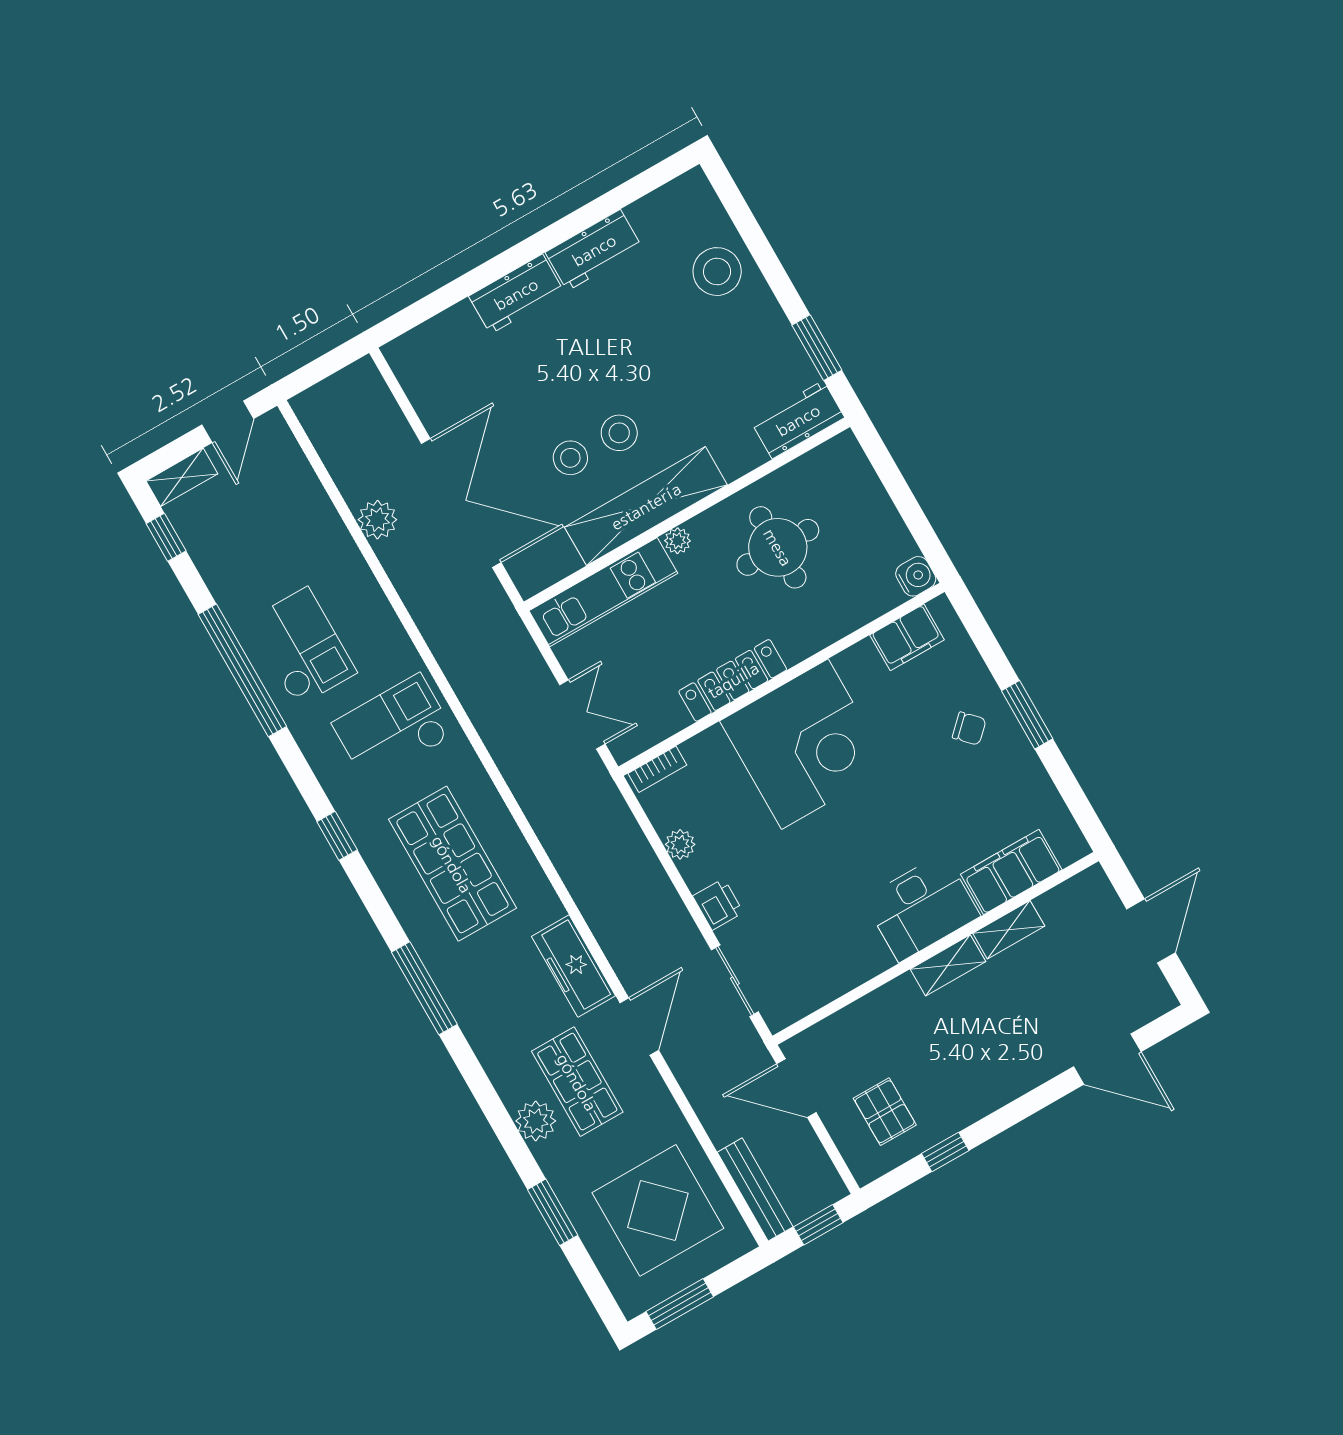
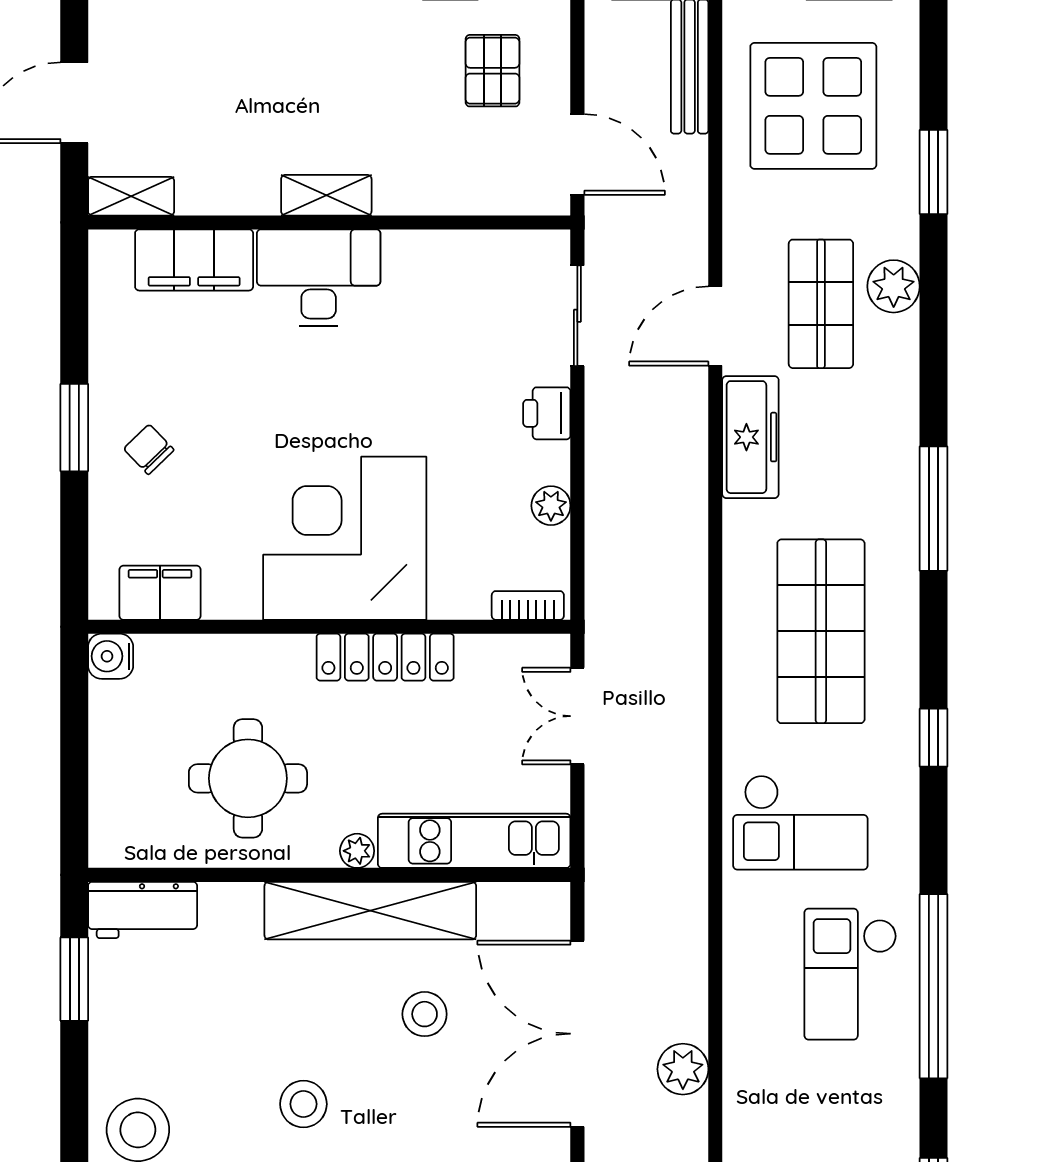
stool: (619, 433) -> (303, 1104), moved
shelving: (1009, 930) -> (131, 196), moved

